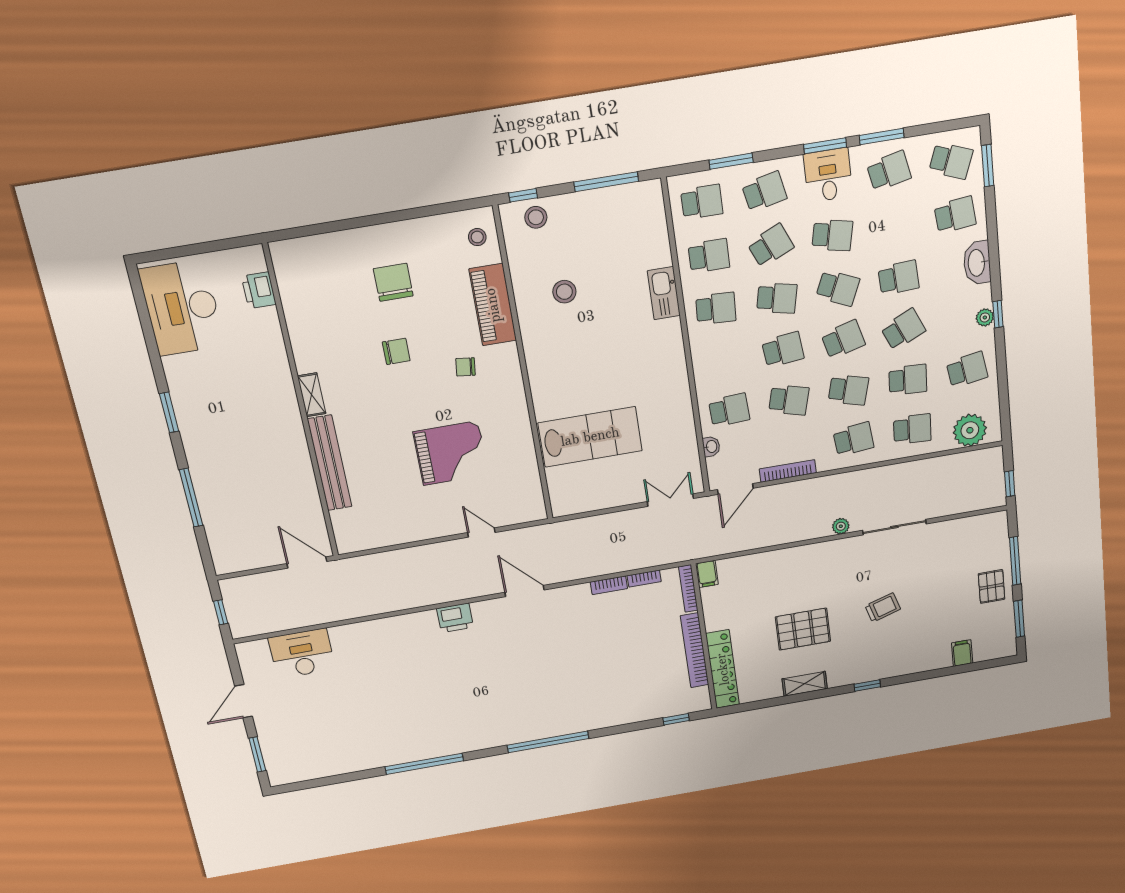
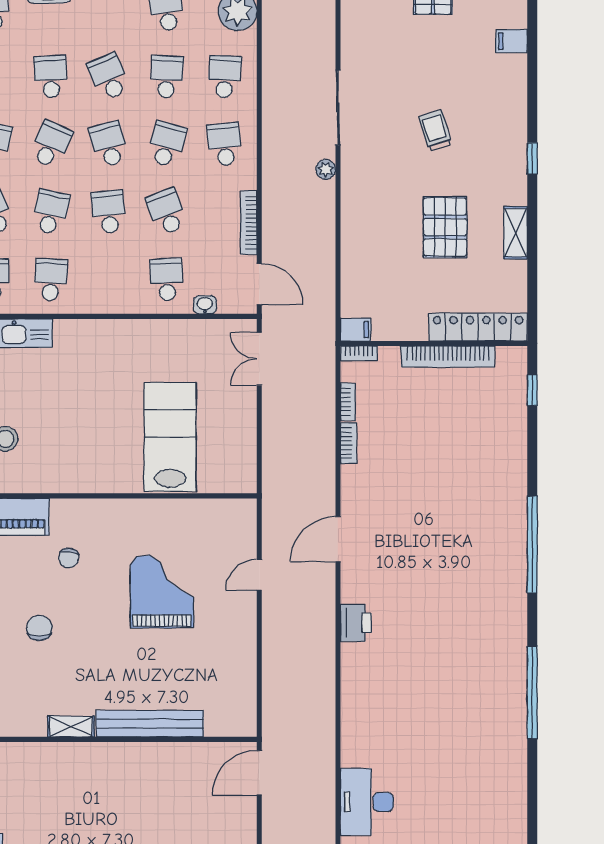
school desk: (789, 400) -> (167, 212), turned -36
bookcase: (688, 588) -> (359, 353), width x0.64

